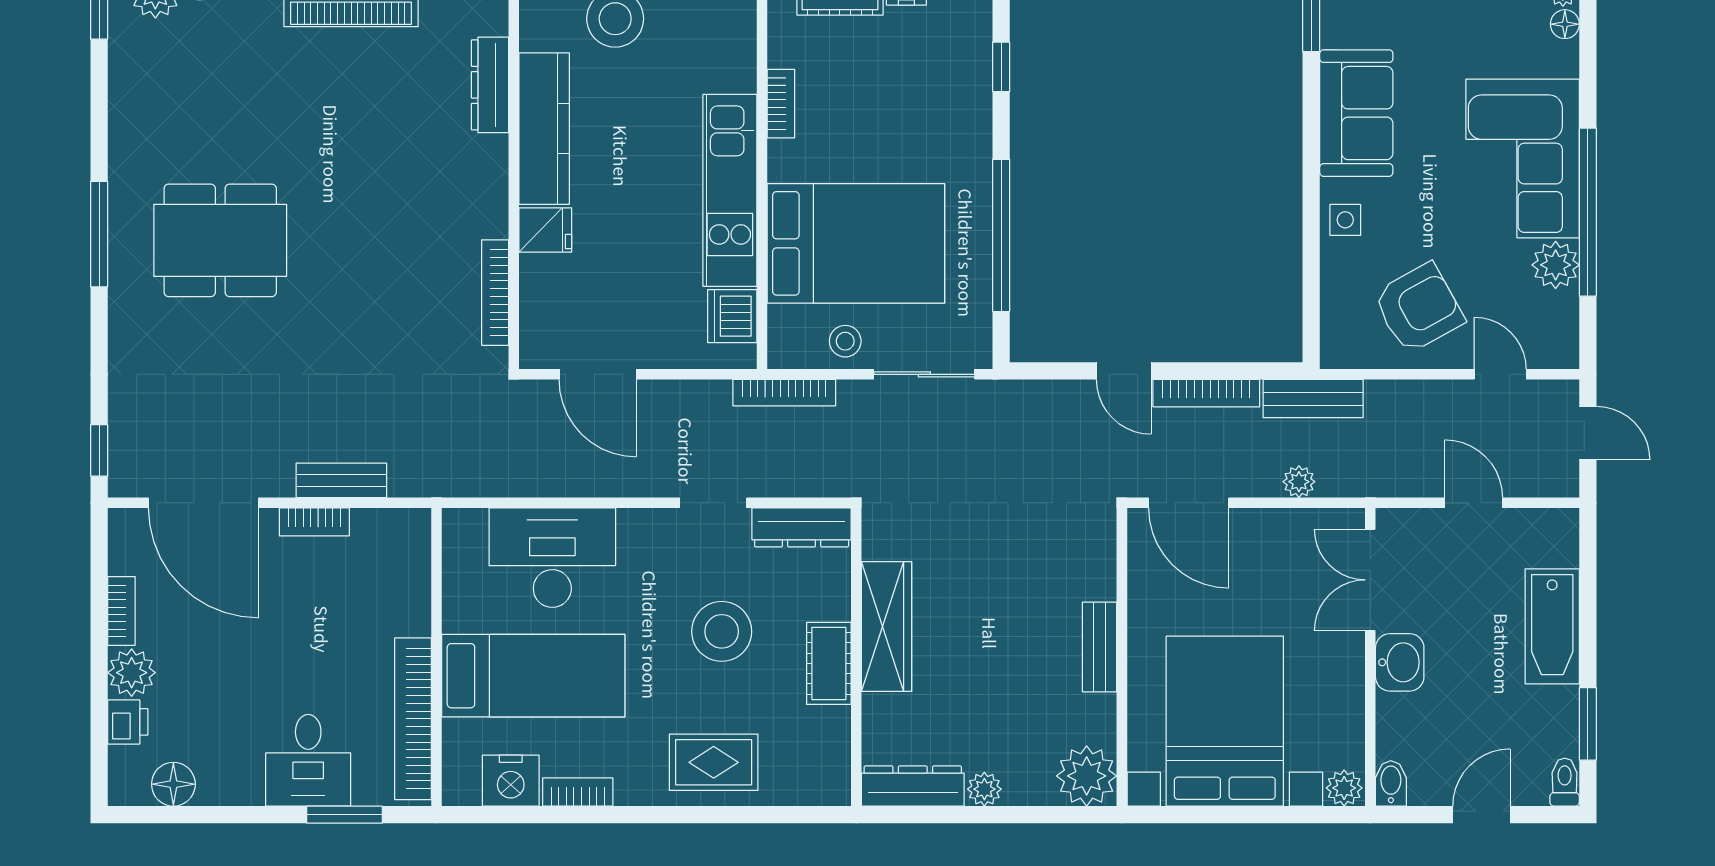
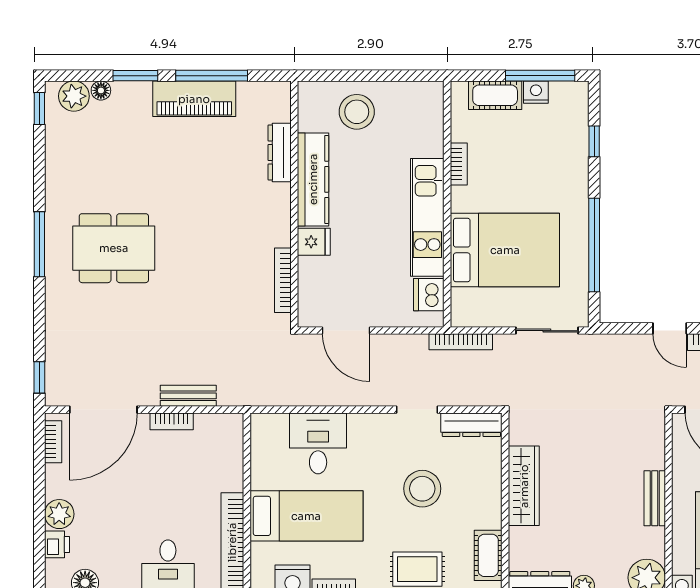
stool: (845, 341) -> (498, 310), removed
door: (203, 503) -> (103, 410), hinge flipped
desk: (552, 558) -> (318, 443), width x0.73
bookcase: (121, 611) -> (53, 442), moved
cot: (829, 663) -> (488, 555), moved

